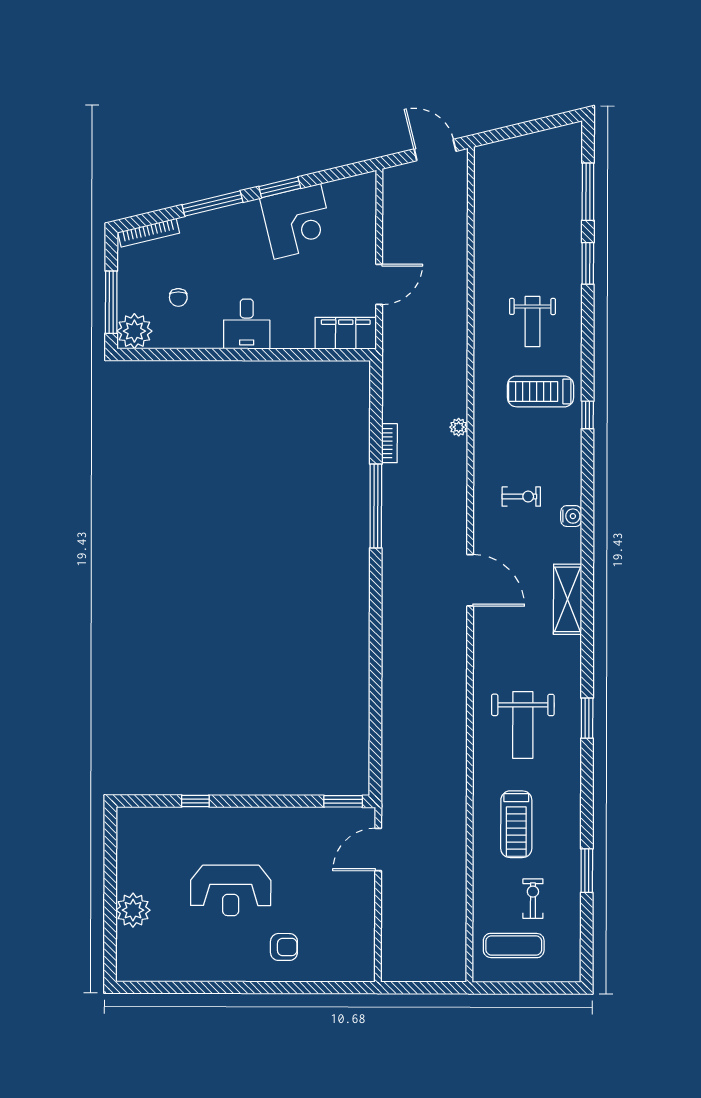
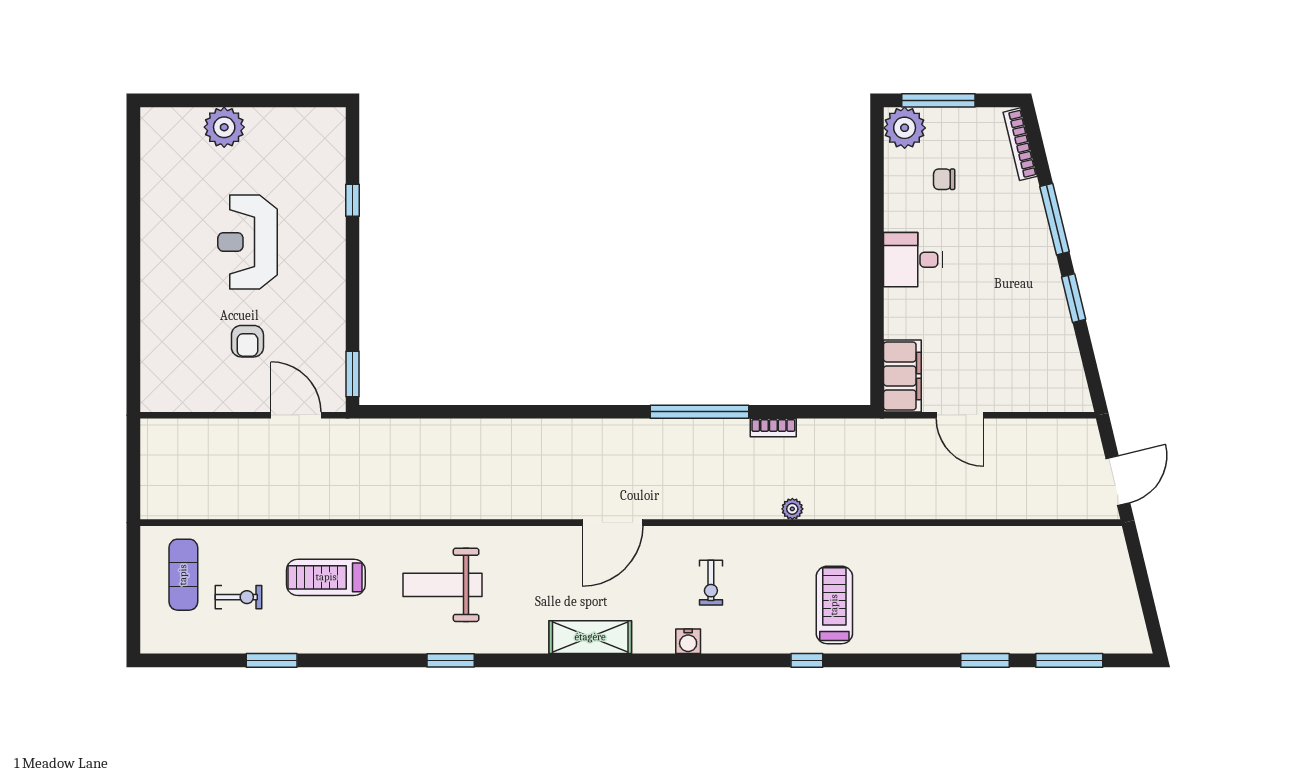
corner desk: (297, 221) -> (1034, 319), removed
weight bench: (532, 322) -> (917, 595), removed
armchair: (284, 947) -> (247, 341), moved

